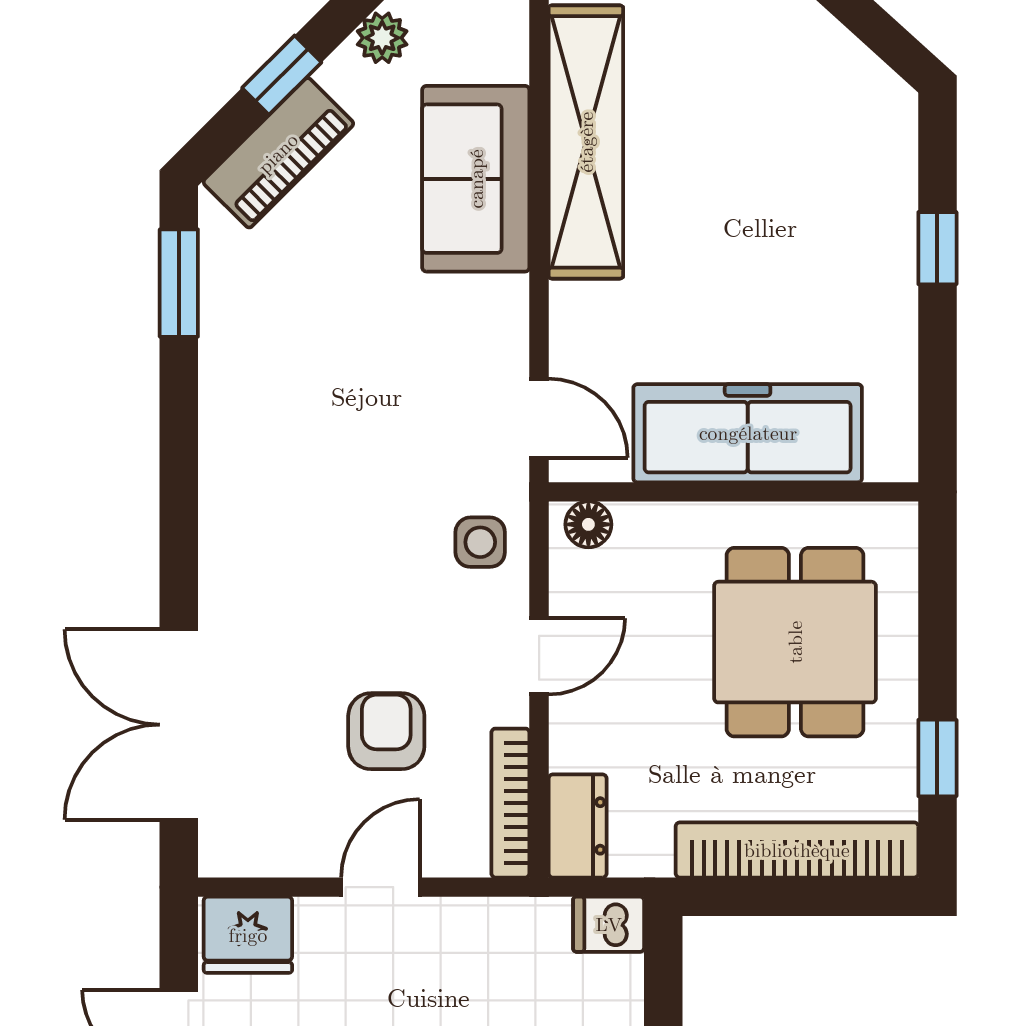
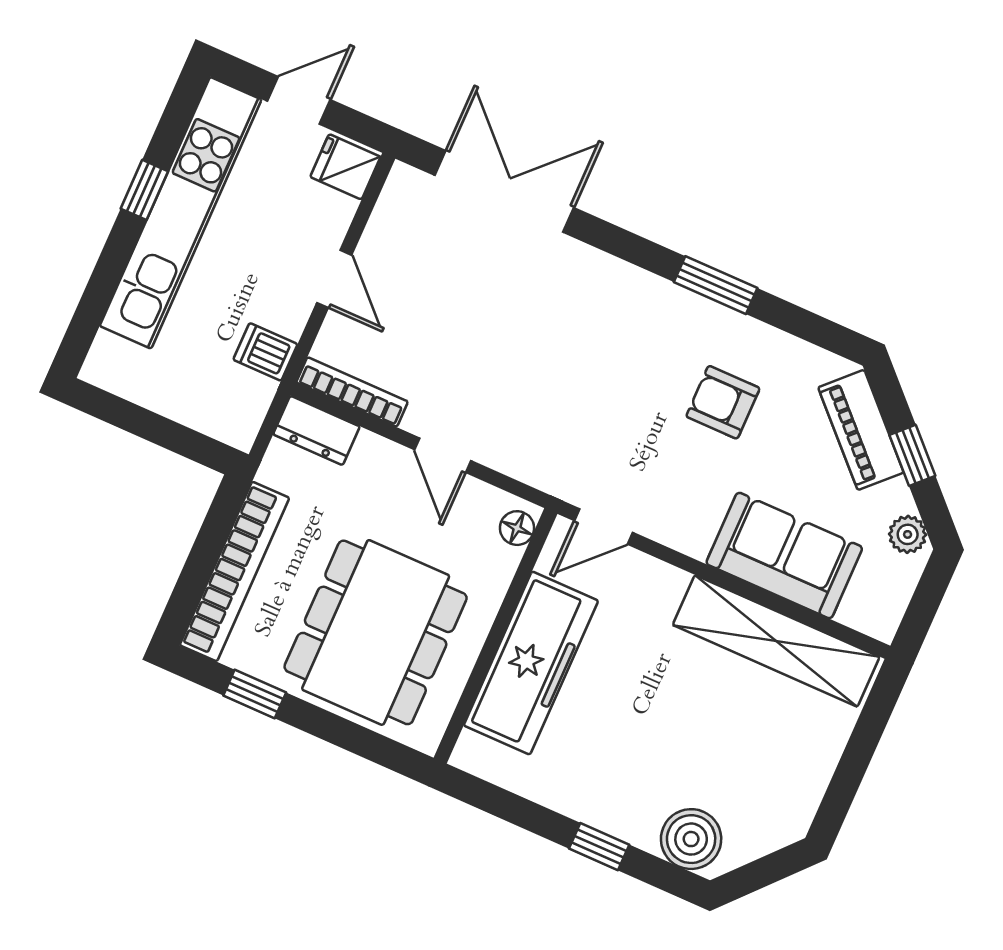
boiler: (878, 139) -> (691, 839), added
window: (179, 283) -> (716, 285), moved
side table: (480, 542) -> (537, 450), removed
dining table: (795, 642) -> (376, 632), width x1.38
armchair: (386, 731) -> (723, 402), moved, turned 180
dishwasher: (609, 924) -> (265, 352), moved, turned -90
fridge: (248, 935) -> (345, 167), width x0.72

